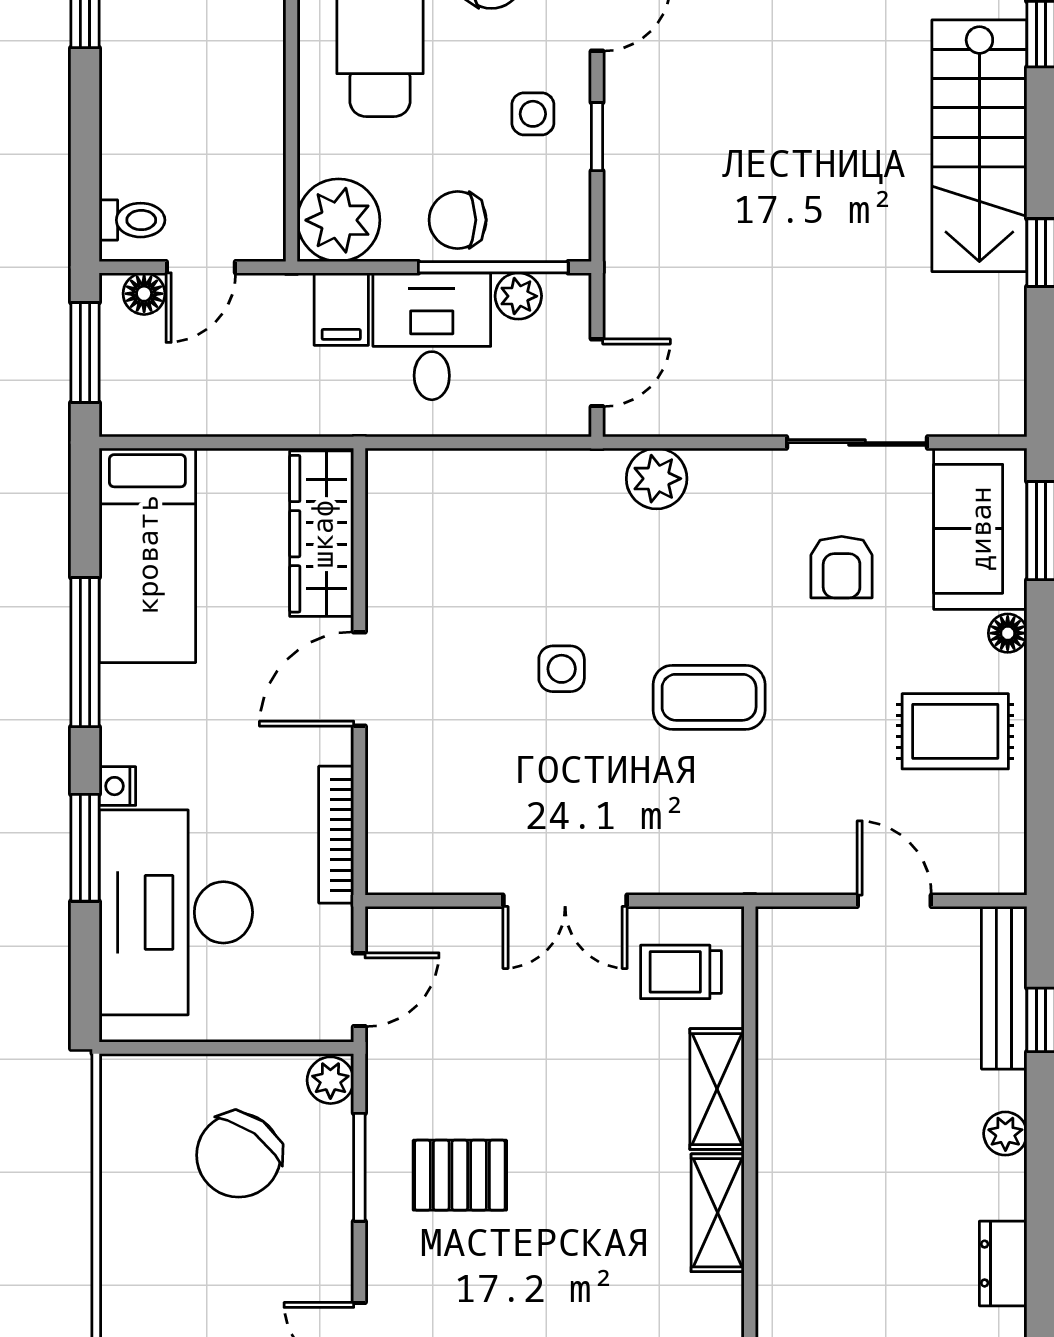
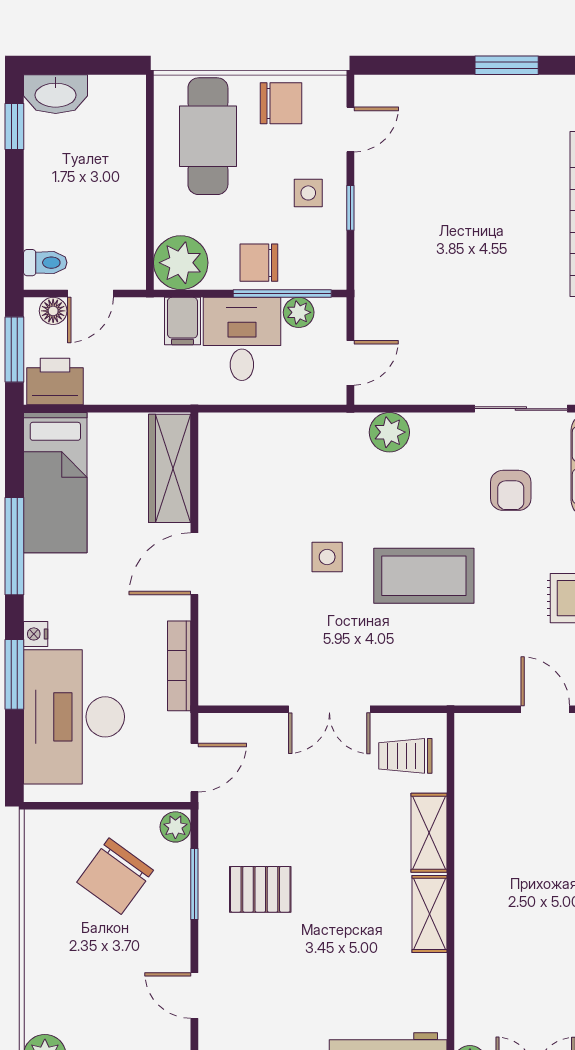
printer: (147, 401) -> (55, 382), added
coffee table: (709, 697) -> (424, 576), width x1.36, depth x1.32

